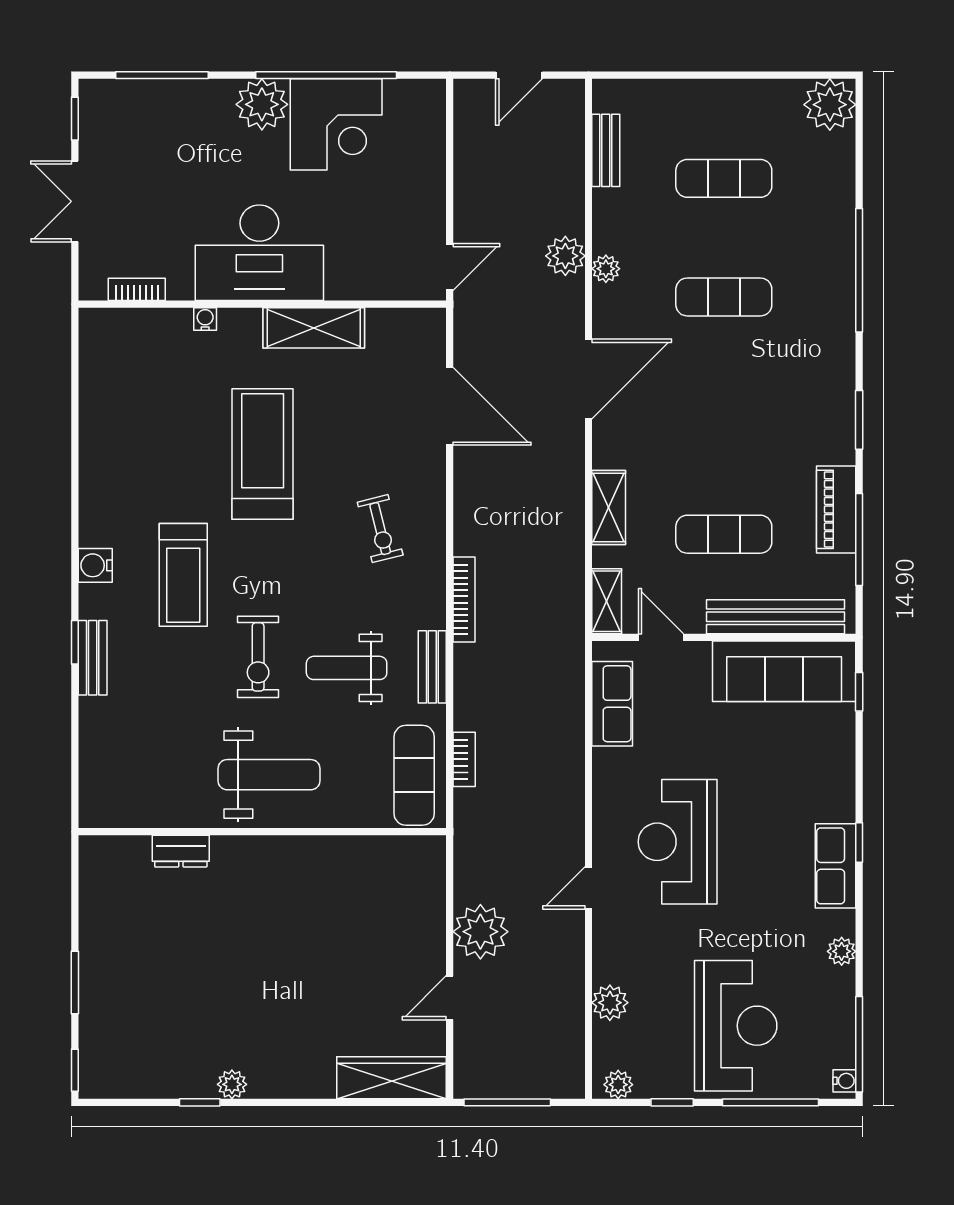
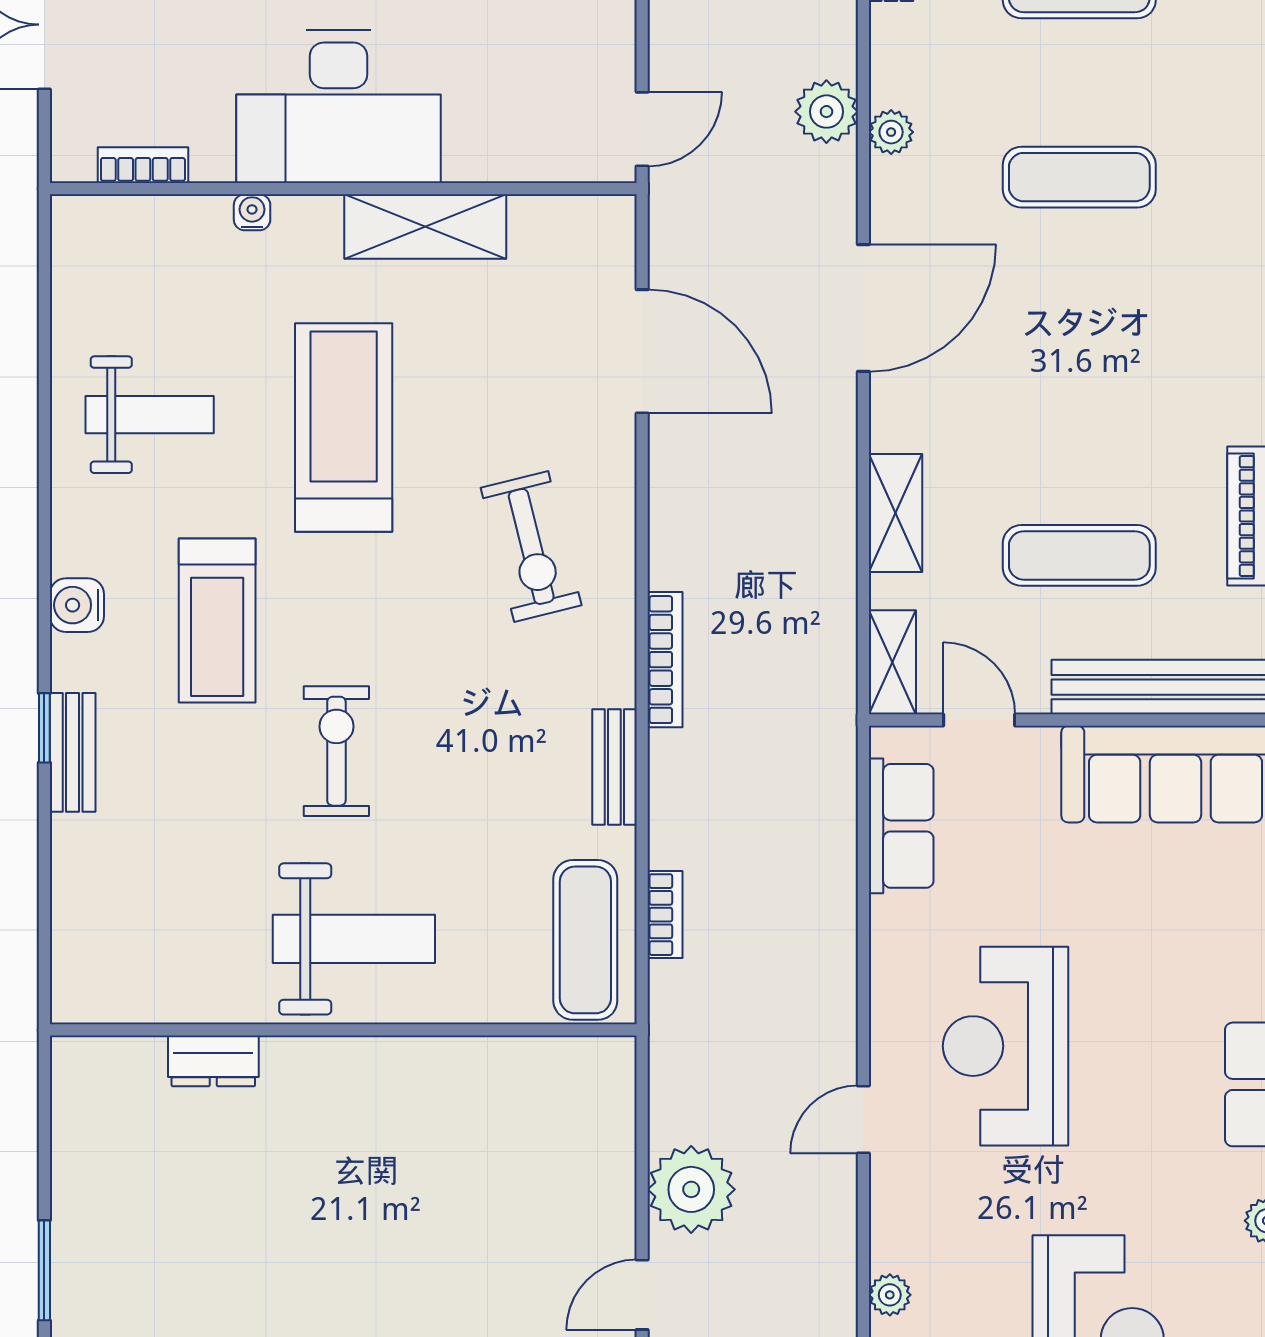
exercise bike: (380, 529) -> (531, 546), width x1.38, depth x1.39
exercise bike: (258, 657) -> (336, 751), turned 180
weight bench: (347, 668) -> (150, 415), moved, turned 180
plant: (610, 1003) -> (890, 1295), width x0.73, depth x0.73

